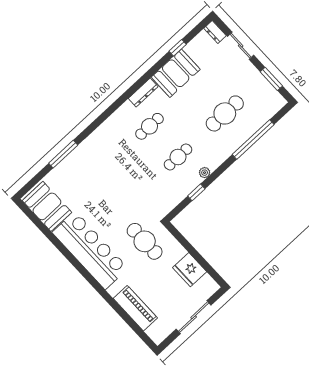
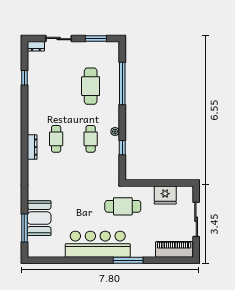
booth: (176, 73) -> (39, 93), removed
dresser: (143, 92) -> (32, 147), moved
window: (63, 154) -> (24, 228), moved
booth: (47, 206) -> (39, 218), moved, turned 90
window: (101, 291) -> (128, 260), added
piano: (135, 308) -> (174, 249), moved

